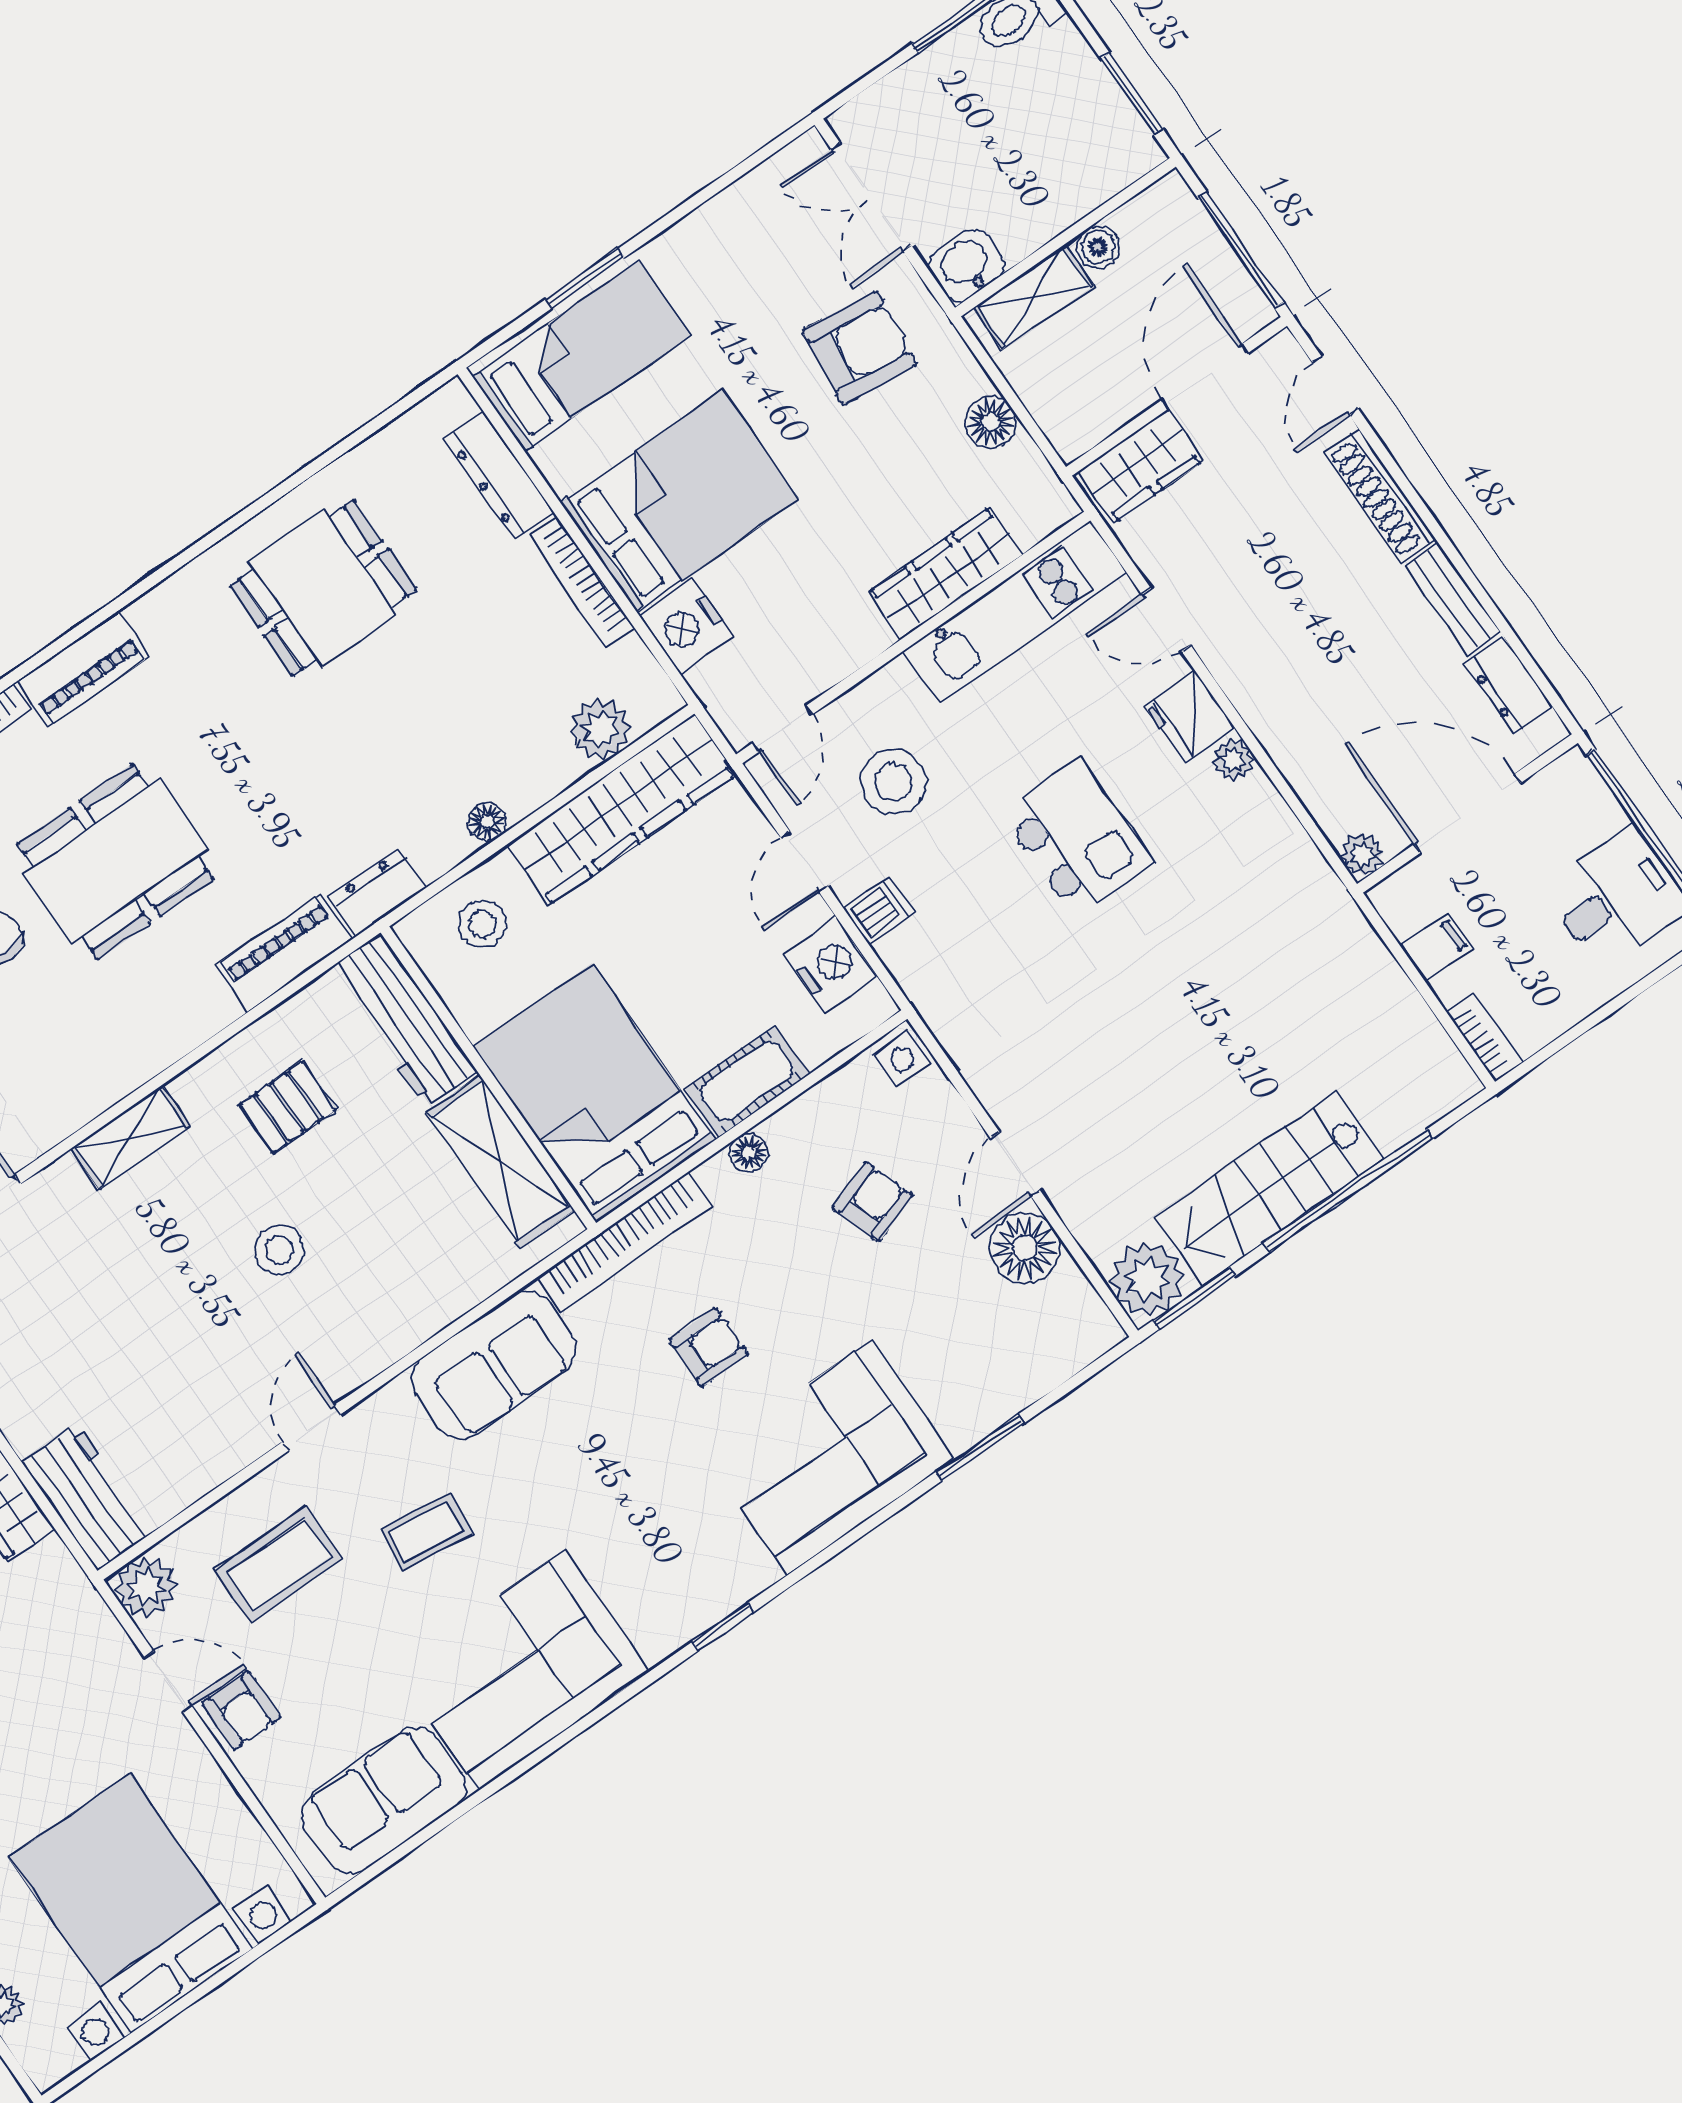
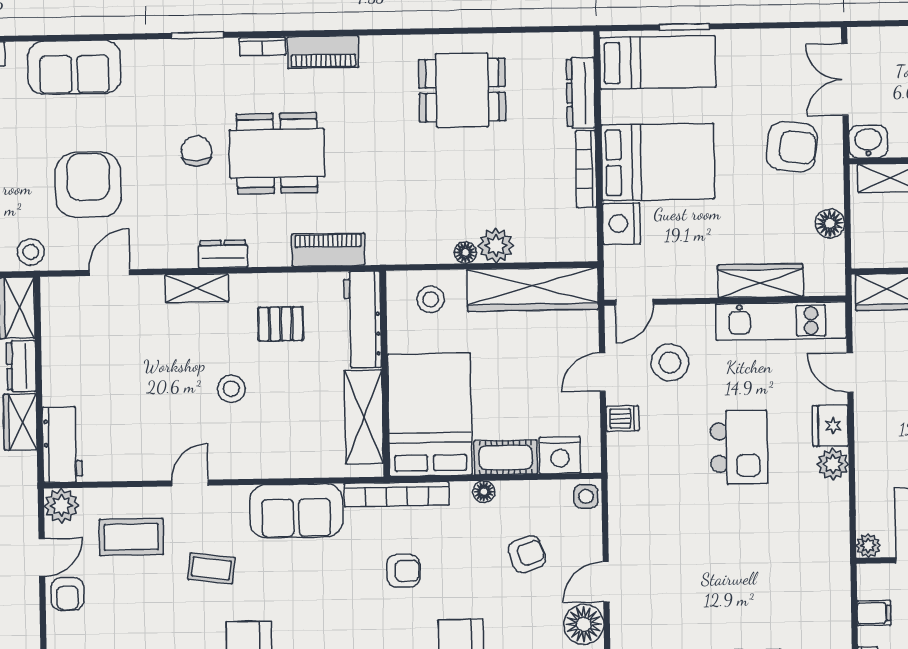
plant: (600, 729) -> (496, 246), moved
plant: (1233, 760) -> (833, 464), width x1.38, depth x1.38
dresser: (378, 892) -> (223, 254), moved
nightstand: (830, 965) -> (560, 455), moved, turned 90
door: (168, 1682) -> (42, 557), hinge flipped

